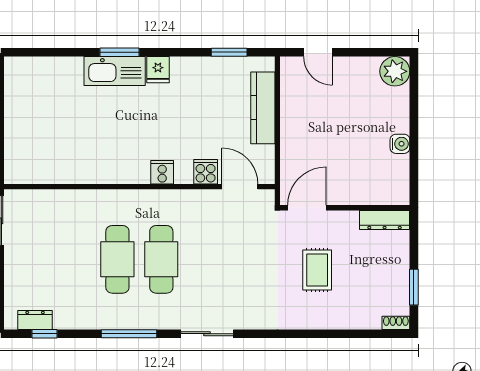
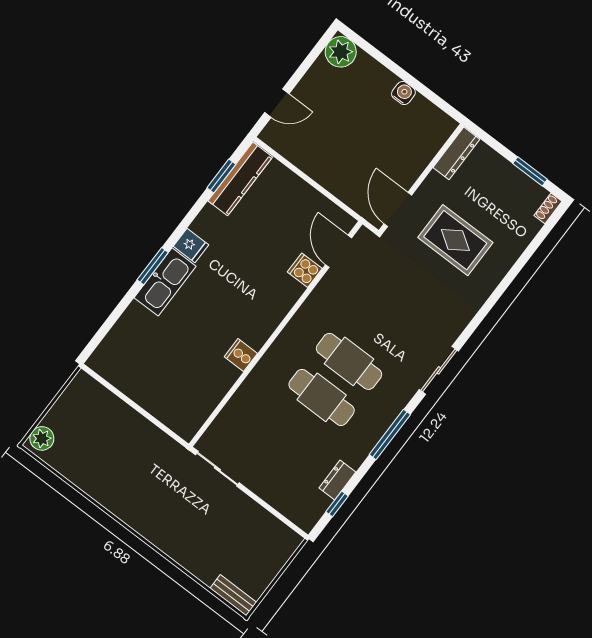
kitchen counter: (263, 108) -> (240, 179), moved, turned -90
cooker: (162, 172) -> (241, 355), moved
door: (240, 187) -> (338, 251), hinge flipped
rug: (317, 270) -> (455, 240), width x1.36, depth x1.43
dresser: (35, 320) -> (337, 480), moved

